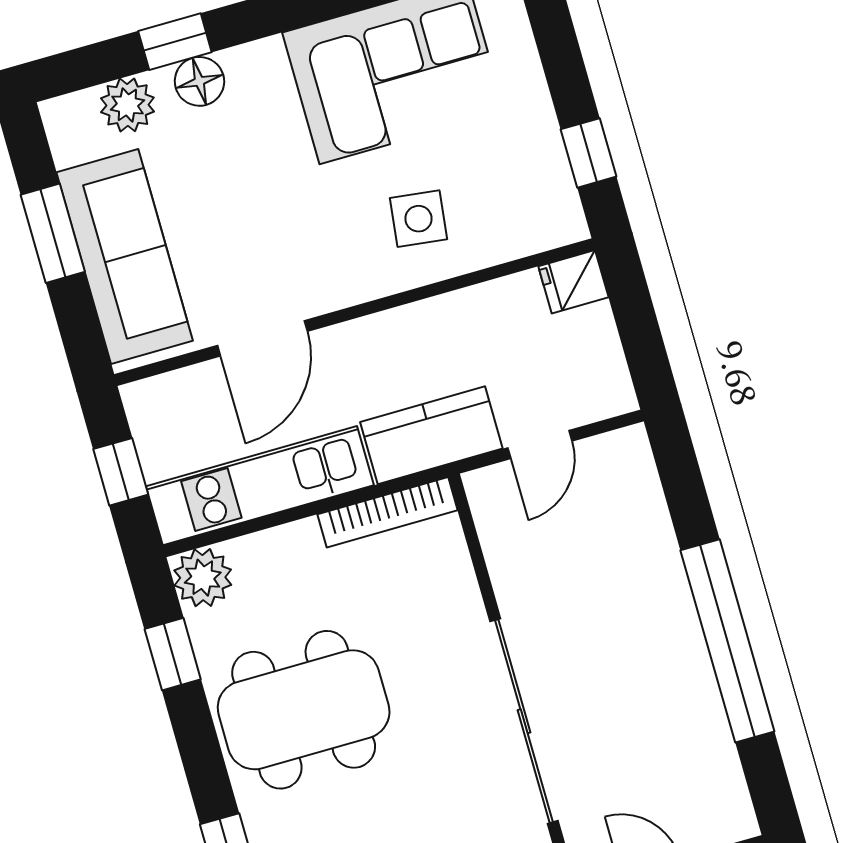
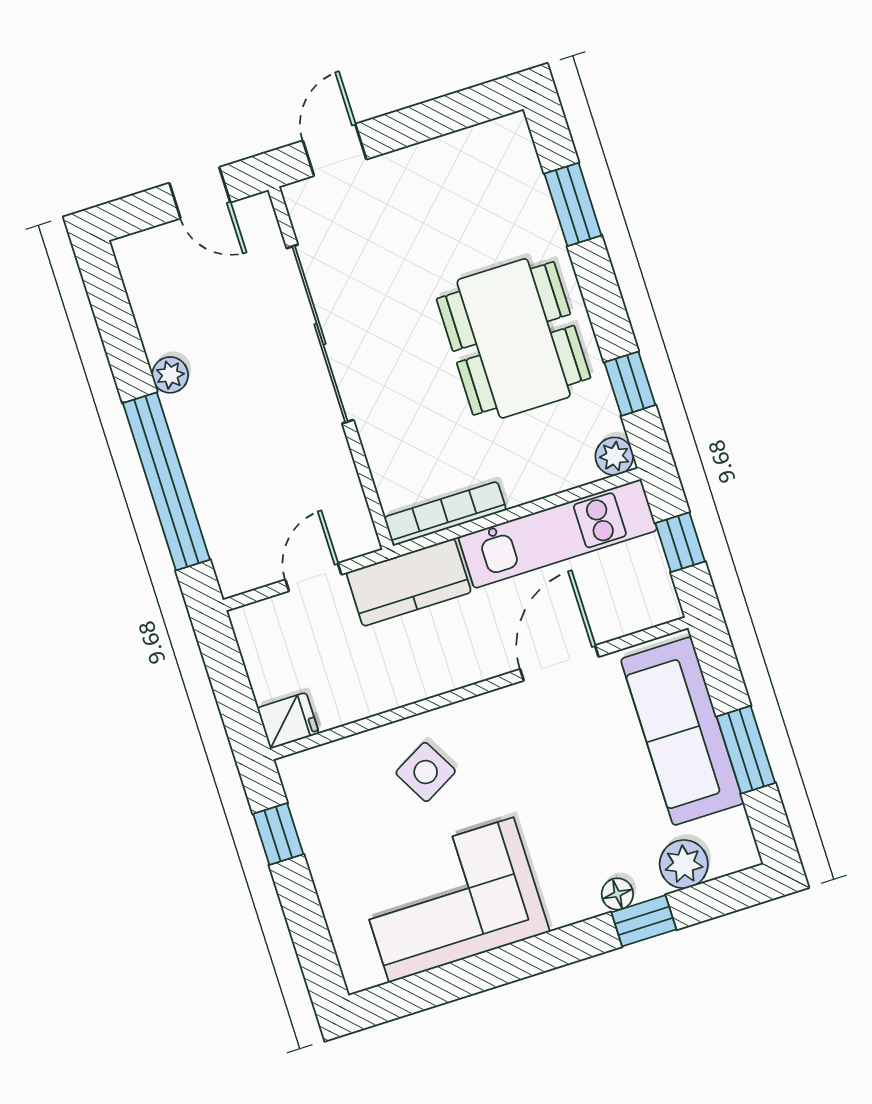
floor lamp: (199, 81) -> (617, 894), width x0.73, depth x0.73
side table: (419, 219) -> (426, 772), turned -36
plant: (203, 578) -> (614, 456), width x0.73, depth x0.73
window: (727, 641) -> (166, 481), moved
plant: (696, 680) -> (170, 375), added
dining table: (304, 710) -> (514, 338), turned 90

